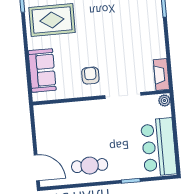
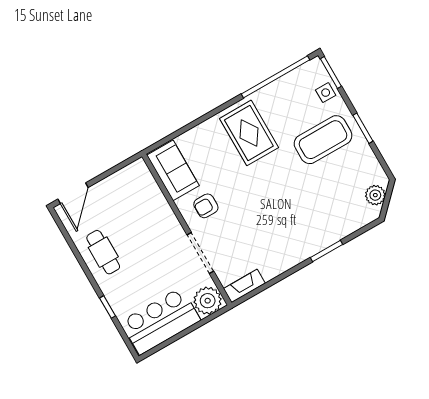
sofa: (42, 70) -> (173, 170), moved, turned -90
armchair: (90, 76) -> (206, 206), turned 180
plant: (164, 101) -> (208, 301), width x1.87, depth x1.87

